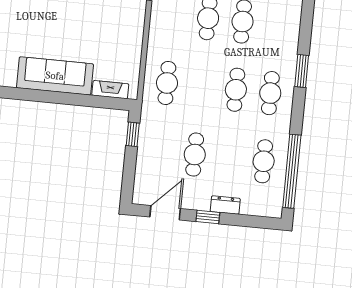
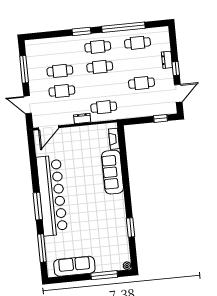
dresser: (155, 43) -> (82, 119), added
window: (133, 134) -> (161, 118), moved
window: (292, 171) -> (123, 27), moved
door: (165, 213) -> (178, 93), swing flipped

